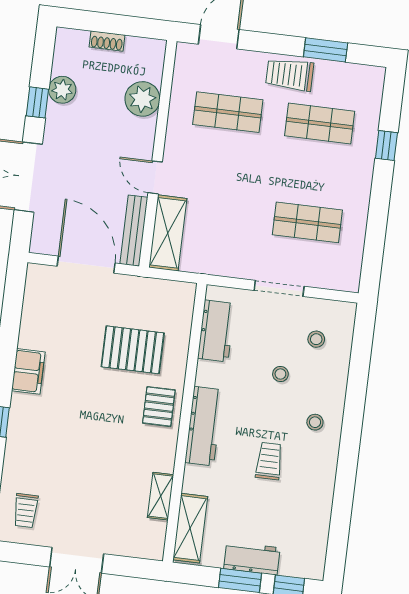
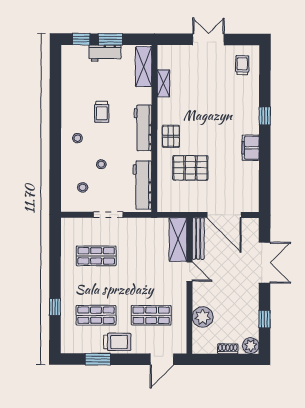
plant: (62, 90) -> (251, 346), moved
window: (37, 102) -> (264, 319), moved
workbench: (216, 331) -> (142, 185), width x1.38

